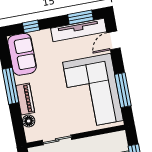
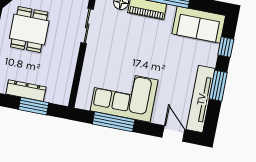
window: (81, 17) -> (218, 86), moved
corner sofa: (93, 91) -> (124, 95), width x0.73, depth x0.74

